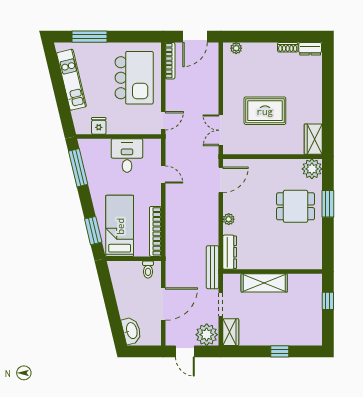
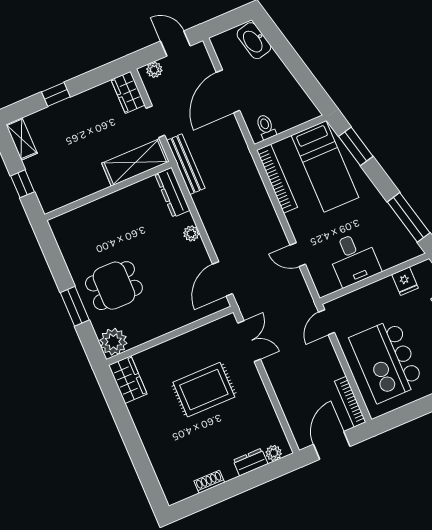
dresser: (310, 49) -> (250, 462), moved
shelving: (264, 283) -> (135, 162), moved
shelving: (316, 331) -> (22, 139), added
plant: (207, 335) -> (154, 70), width x0.53, depth x0.53

